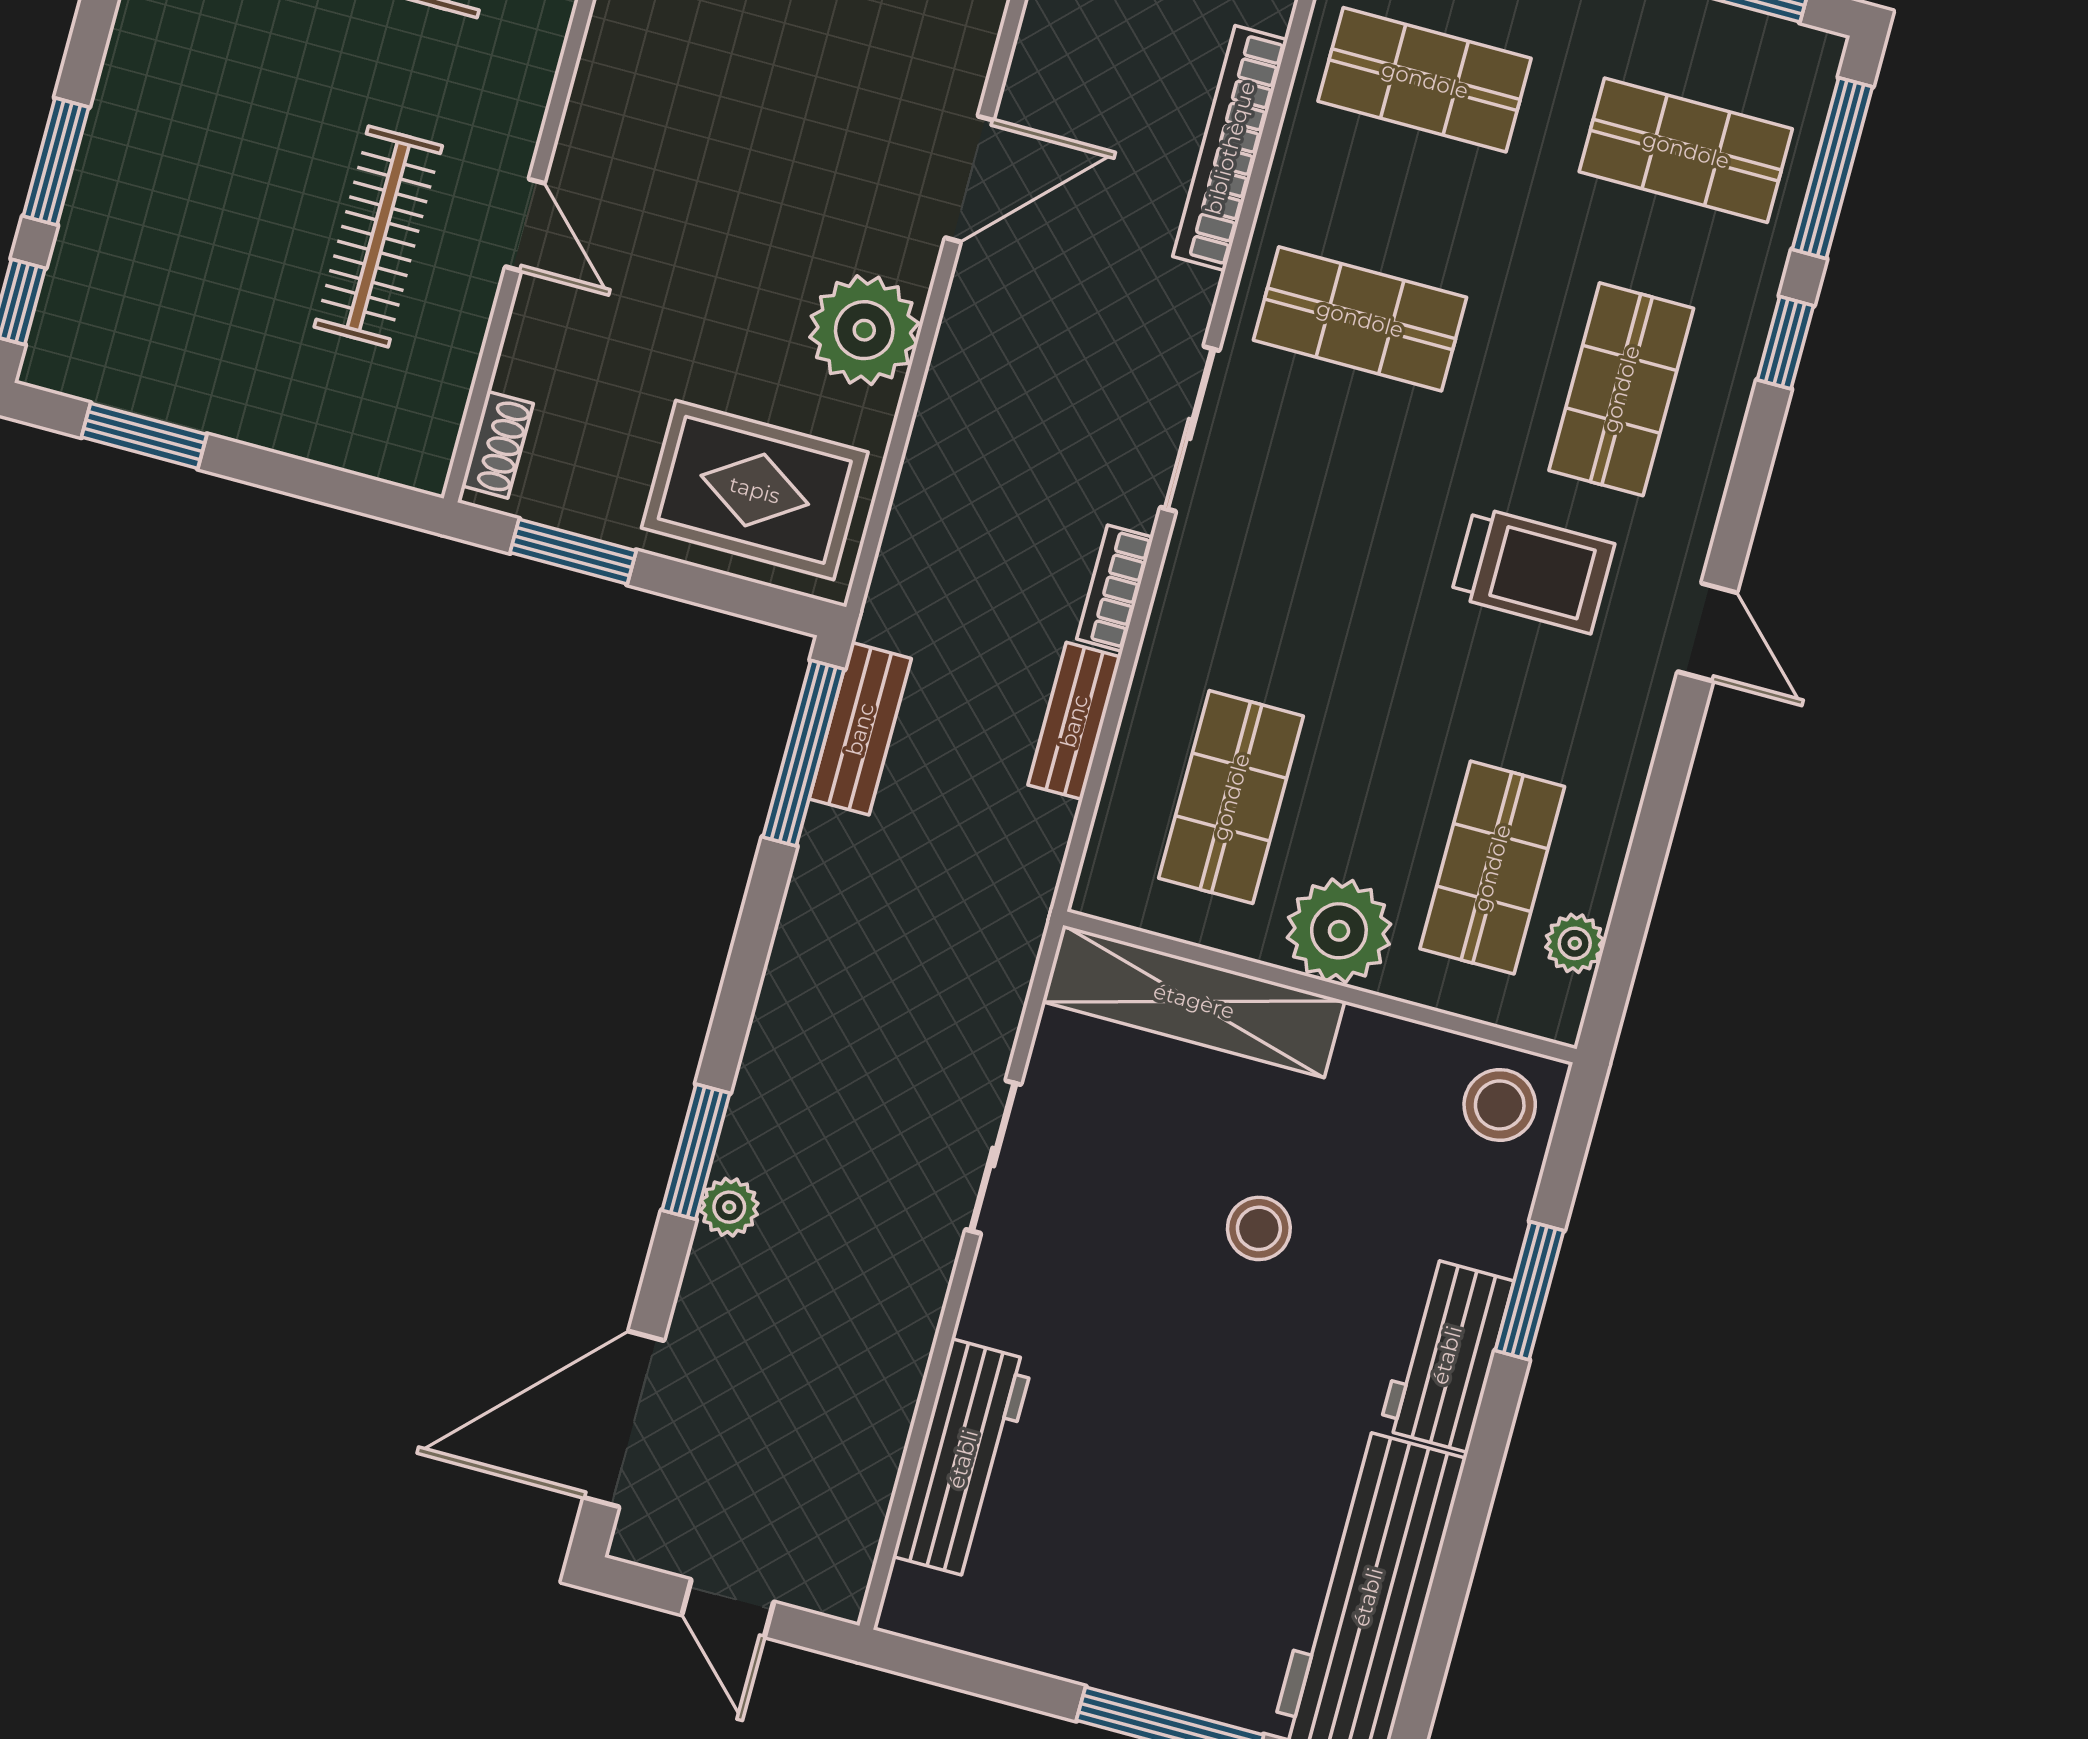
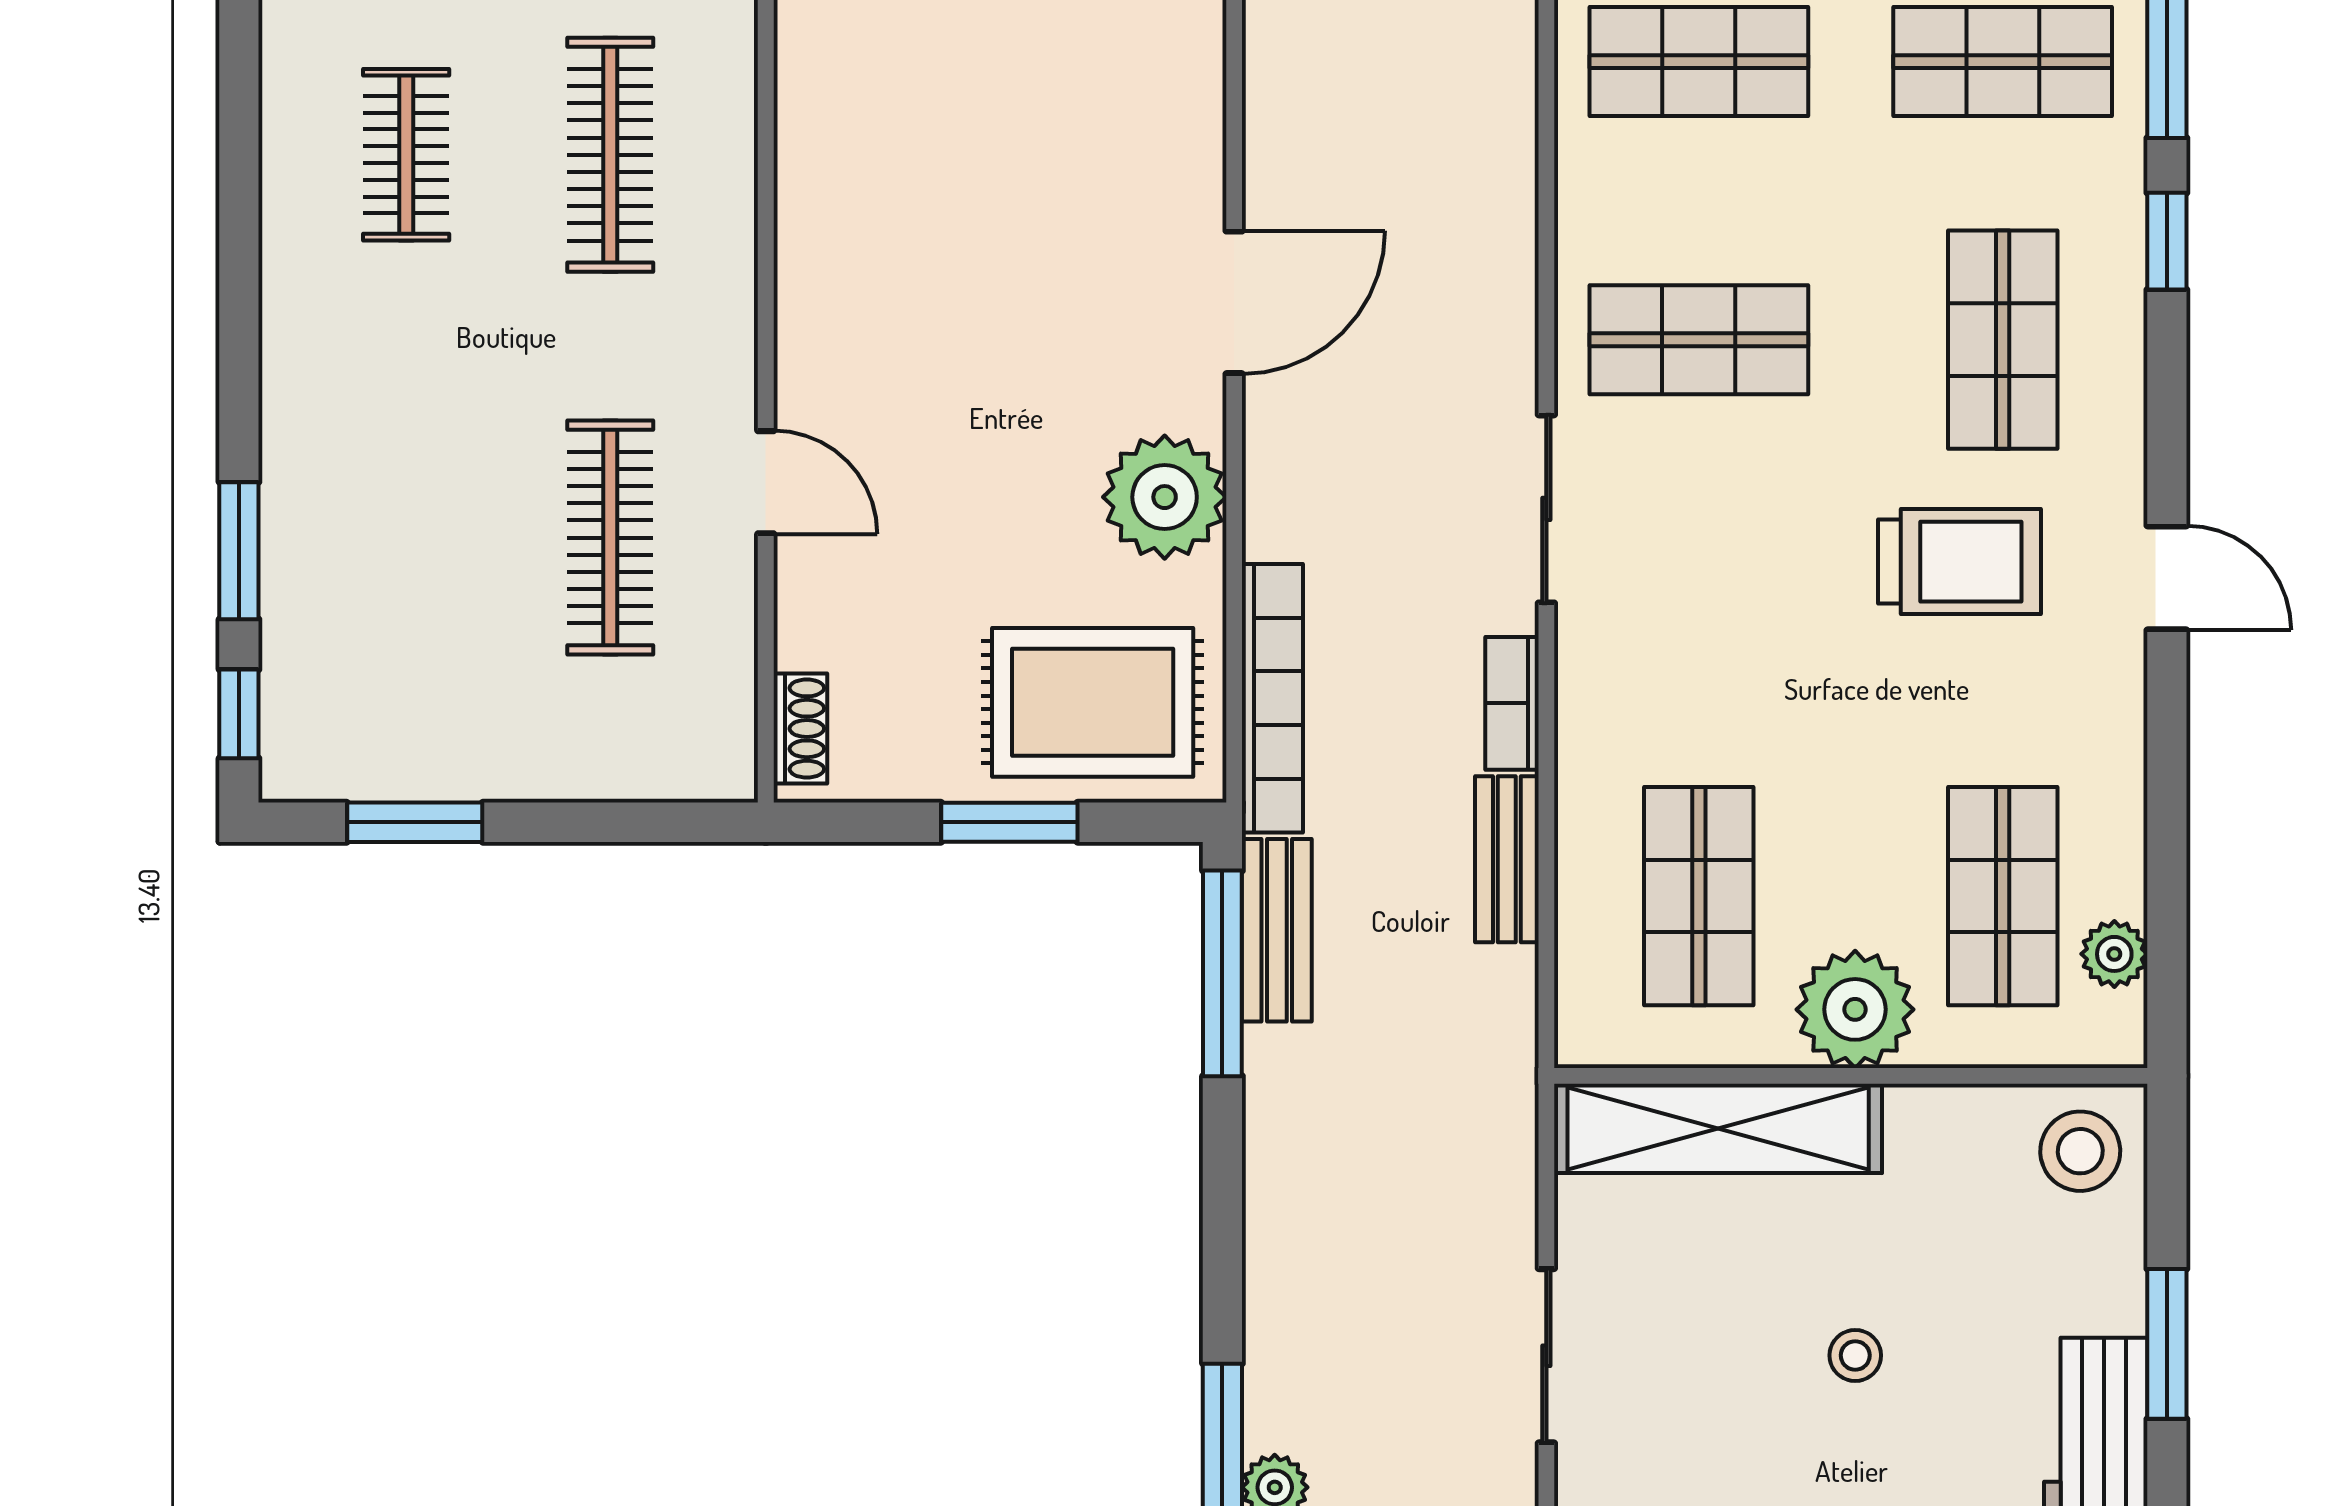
bookcase: (1230, 148) -> (1272, 698), moved, turned 180
window: (573, 552) -> (1009, 822), moved
stool: (1259, 1228) -> (1855, 1355), width x0.73, depth x0.73

